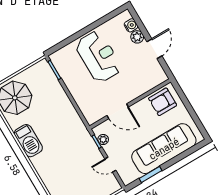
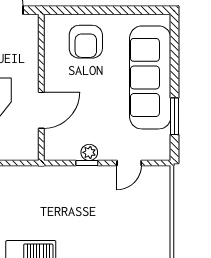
wall: (130, 104) -> (41, 87), moved
door: (118, 111) -> (41, 110), moved

